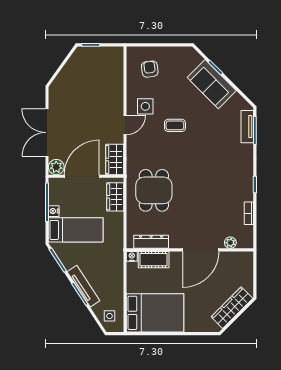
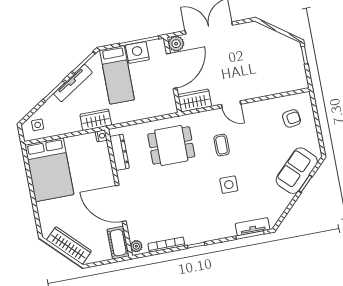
sofa: (212, 84) -> (297, 171), moved
side table: (145, 106) -> (229, 185), moved
coffee table: (175, 125) -> (222, 145), moved
door: (82, 176) -> (172, 71), hinge flipped
wardrobe: (115, 197) -> (96, 120), moved
nightstand: (54, 211) -> (137, 52), width x1.89, depth x1.79
bookcase: (249, 213) -> (166, 245), width x1.56
plant: (230, 243) -> (136, 246), moved
cot: (154, 260) -> (118, 243), moved
tv unit: (83, 286) -> (73, 83), moved

